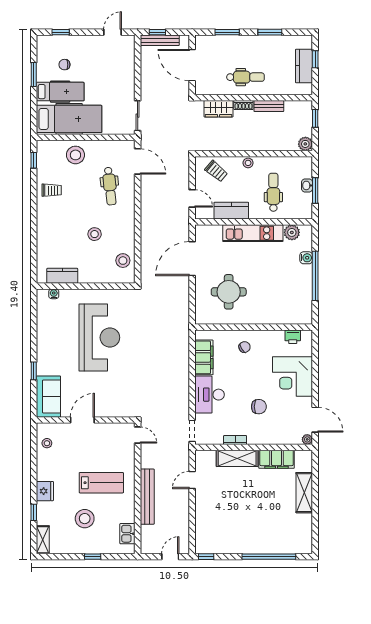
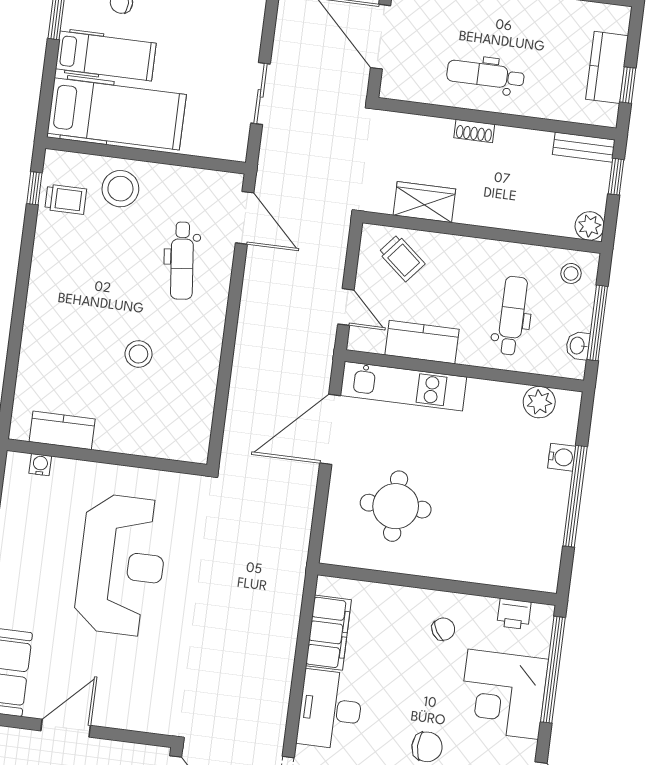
window: (315, 59) -> (628, 85), moved
dental chair: (245, 77) -> (486, 75), turned 180
bench: (269, 106) -> (584, 147), moved
wardrobe: (219, 109) -> (424, 202), moved, turned 180
sliding door: (138, 116) -> (261, 93), moved
stool: (248, 163) -> (571, 273), moved
washbasin: (307, 185) -> (578, 346), moved
trolley: (52, 190) -> (66, 199), moved
window: (315, 190) -> (597, 323), width x1.44
kitchen unit: (253, 233) -> (403, 386), moved
stool: (123, 261) -> (189, 415), removed
chair: (245, 347) -> (443, 629), moved
window: (315, 361) -> (553, 670), added

